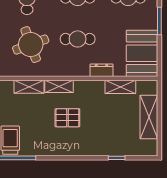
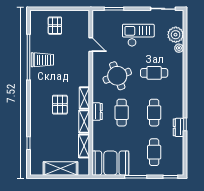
dresser: (102, 70) -> (97, 112), moved
shelving: (29, 87) -> (84, 122), moved

